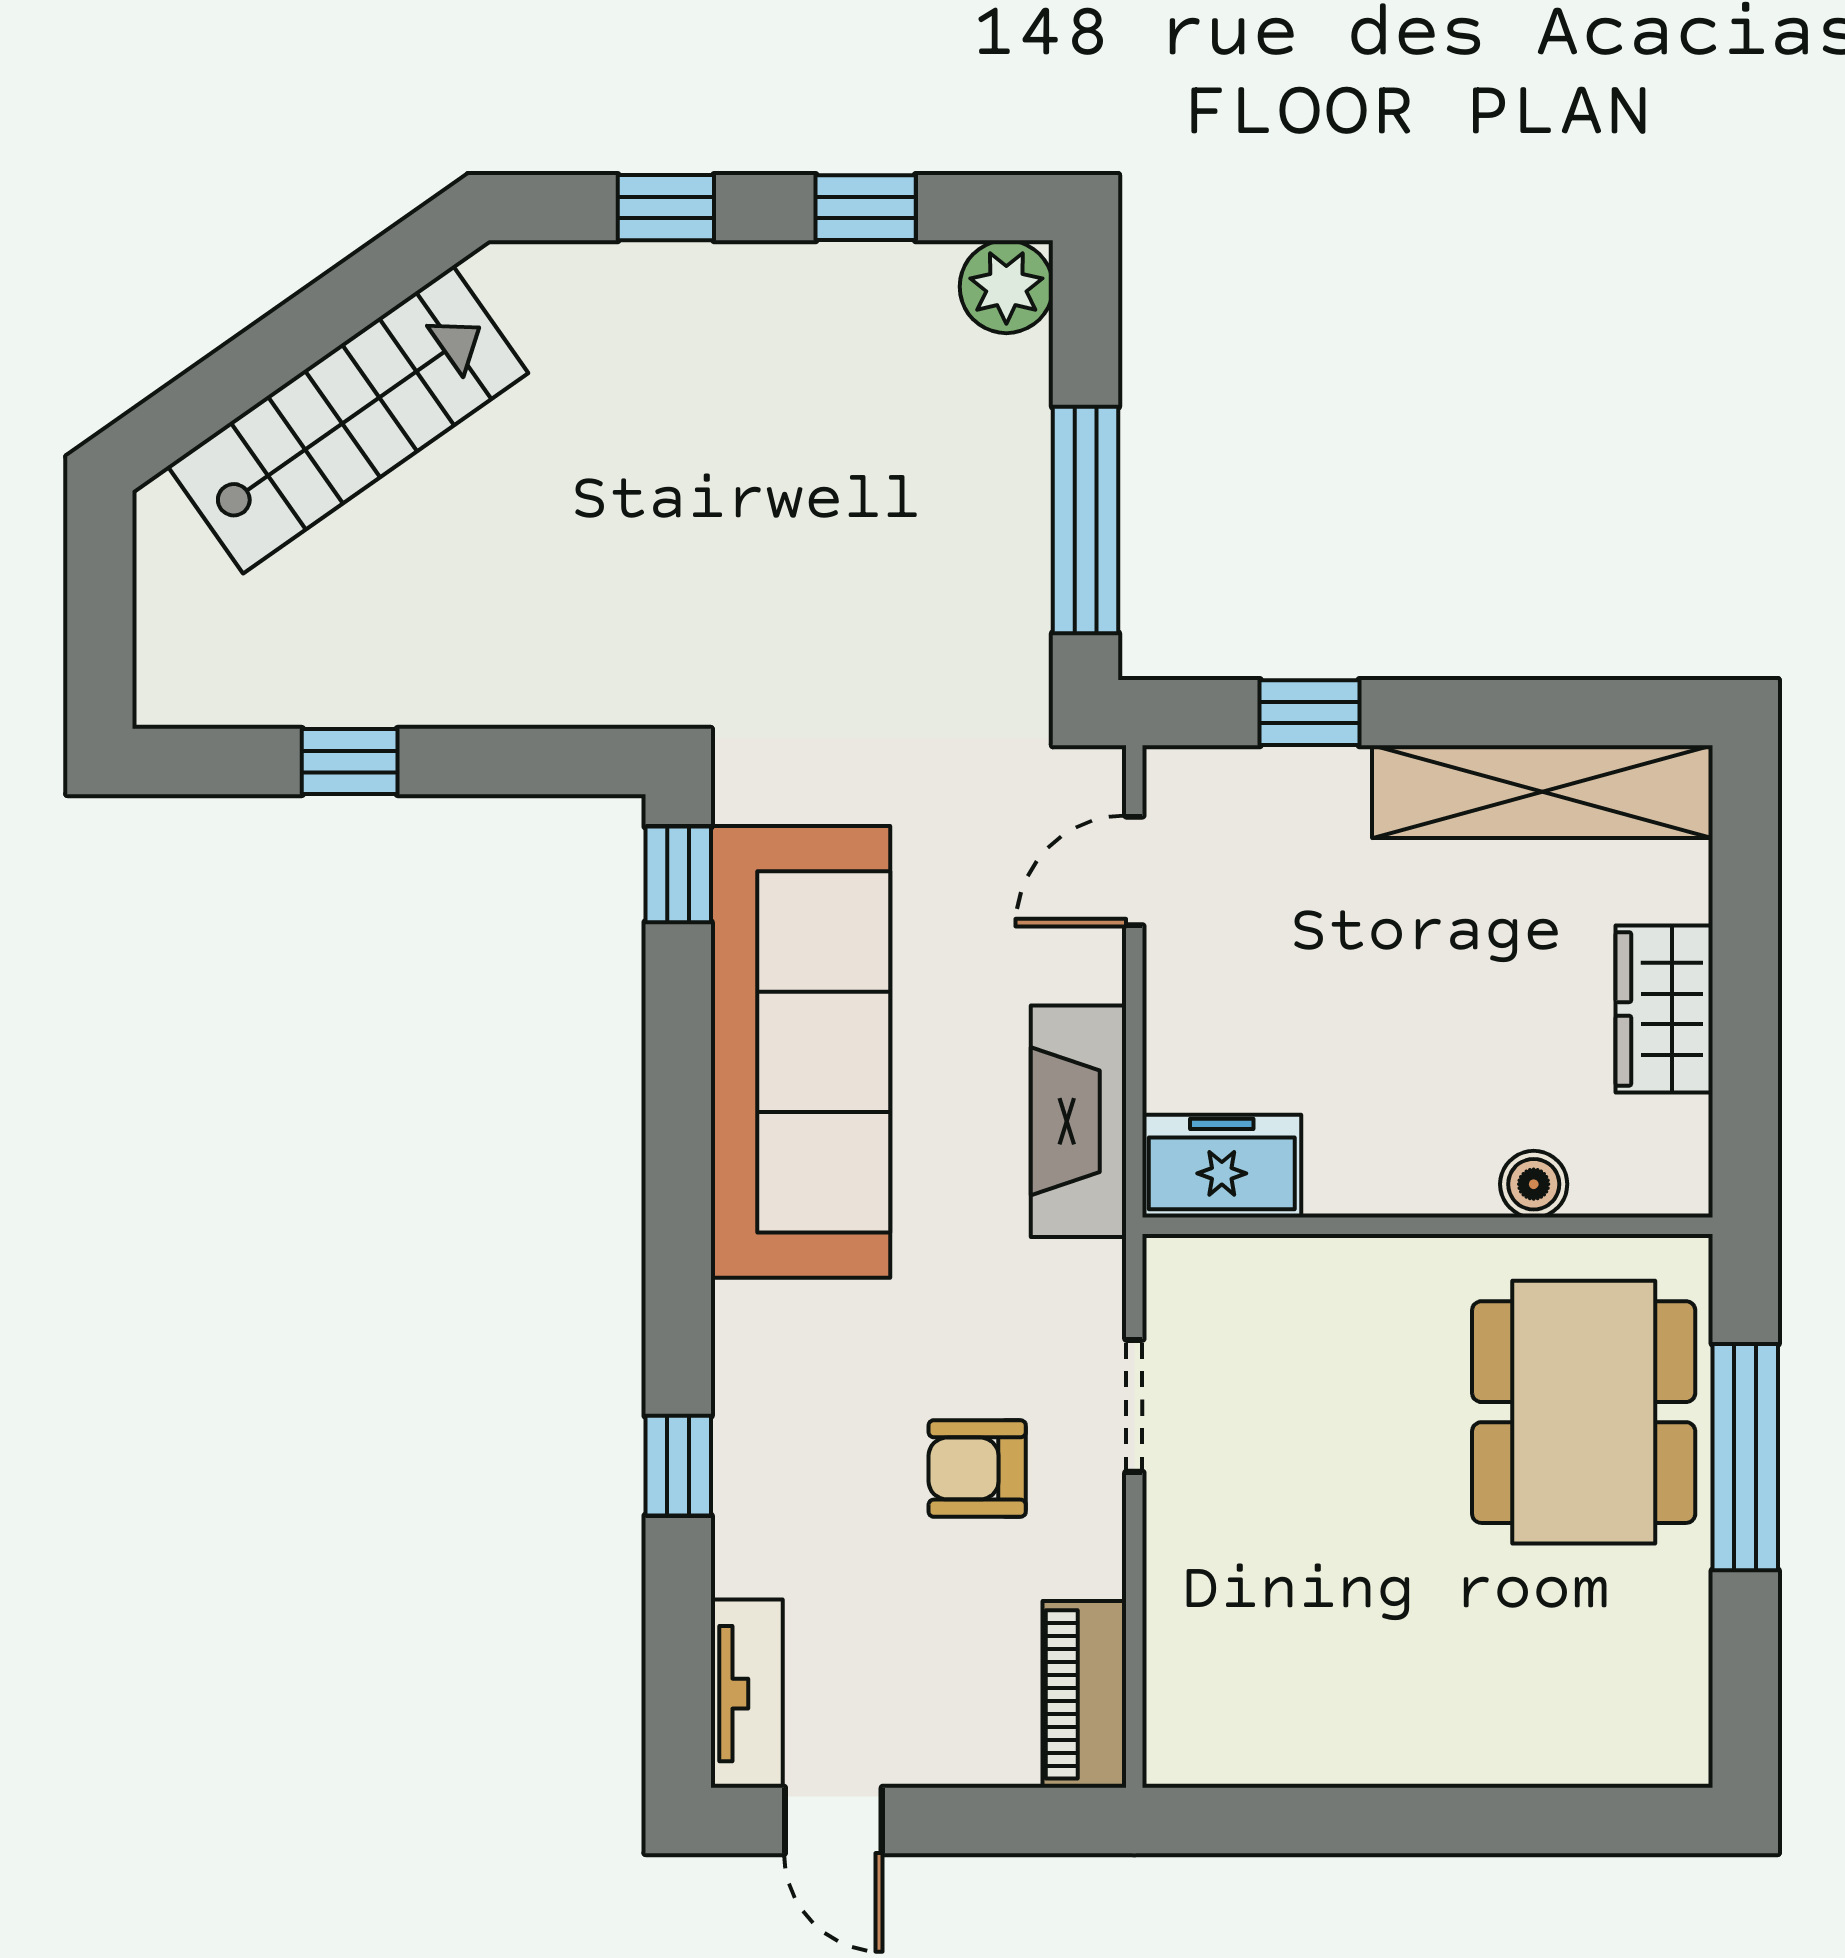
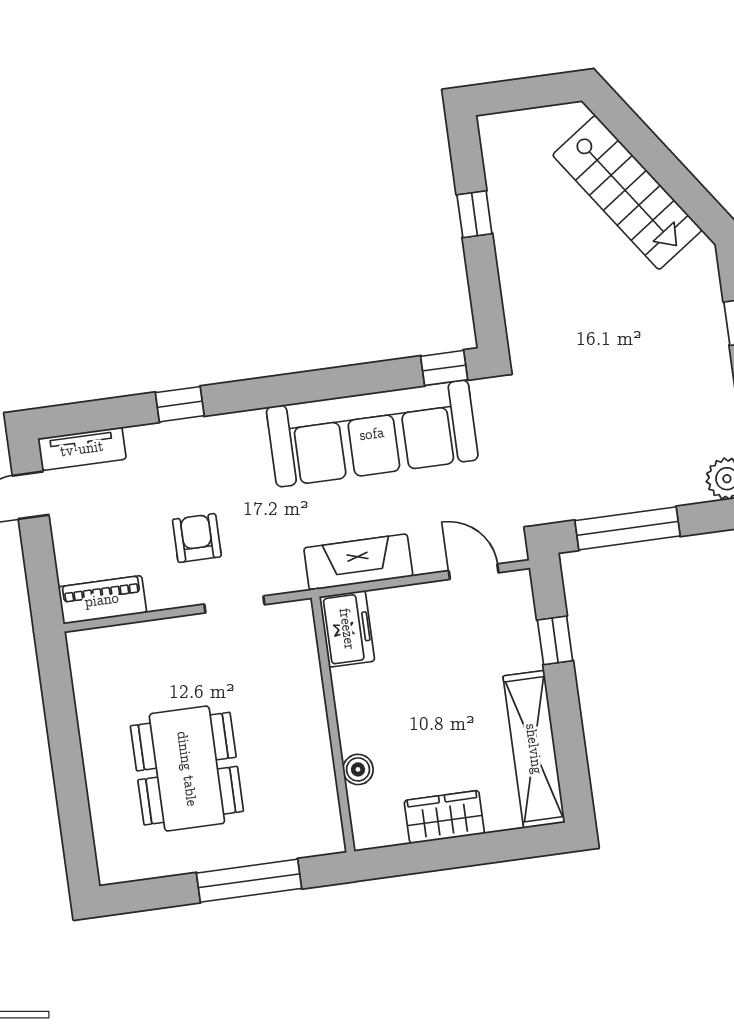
dining table: (1584, 1412) -> (187, 769), moved, turned 90

